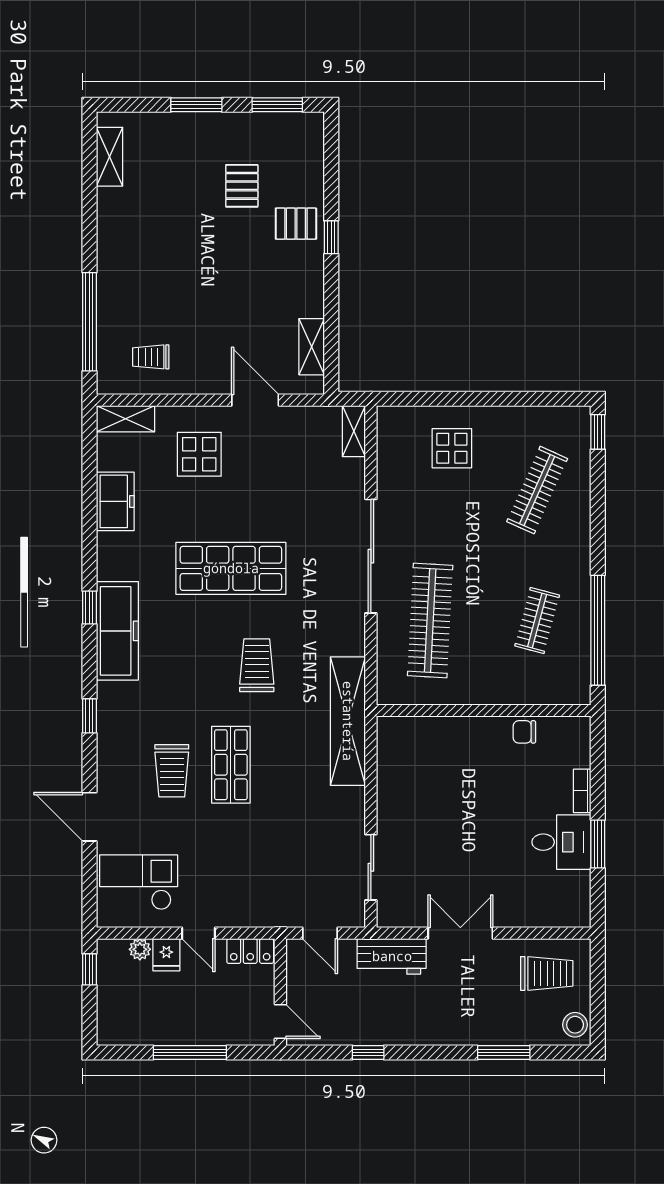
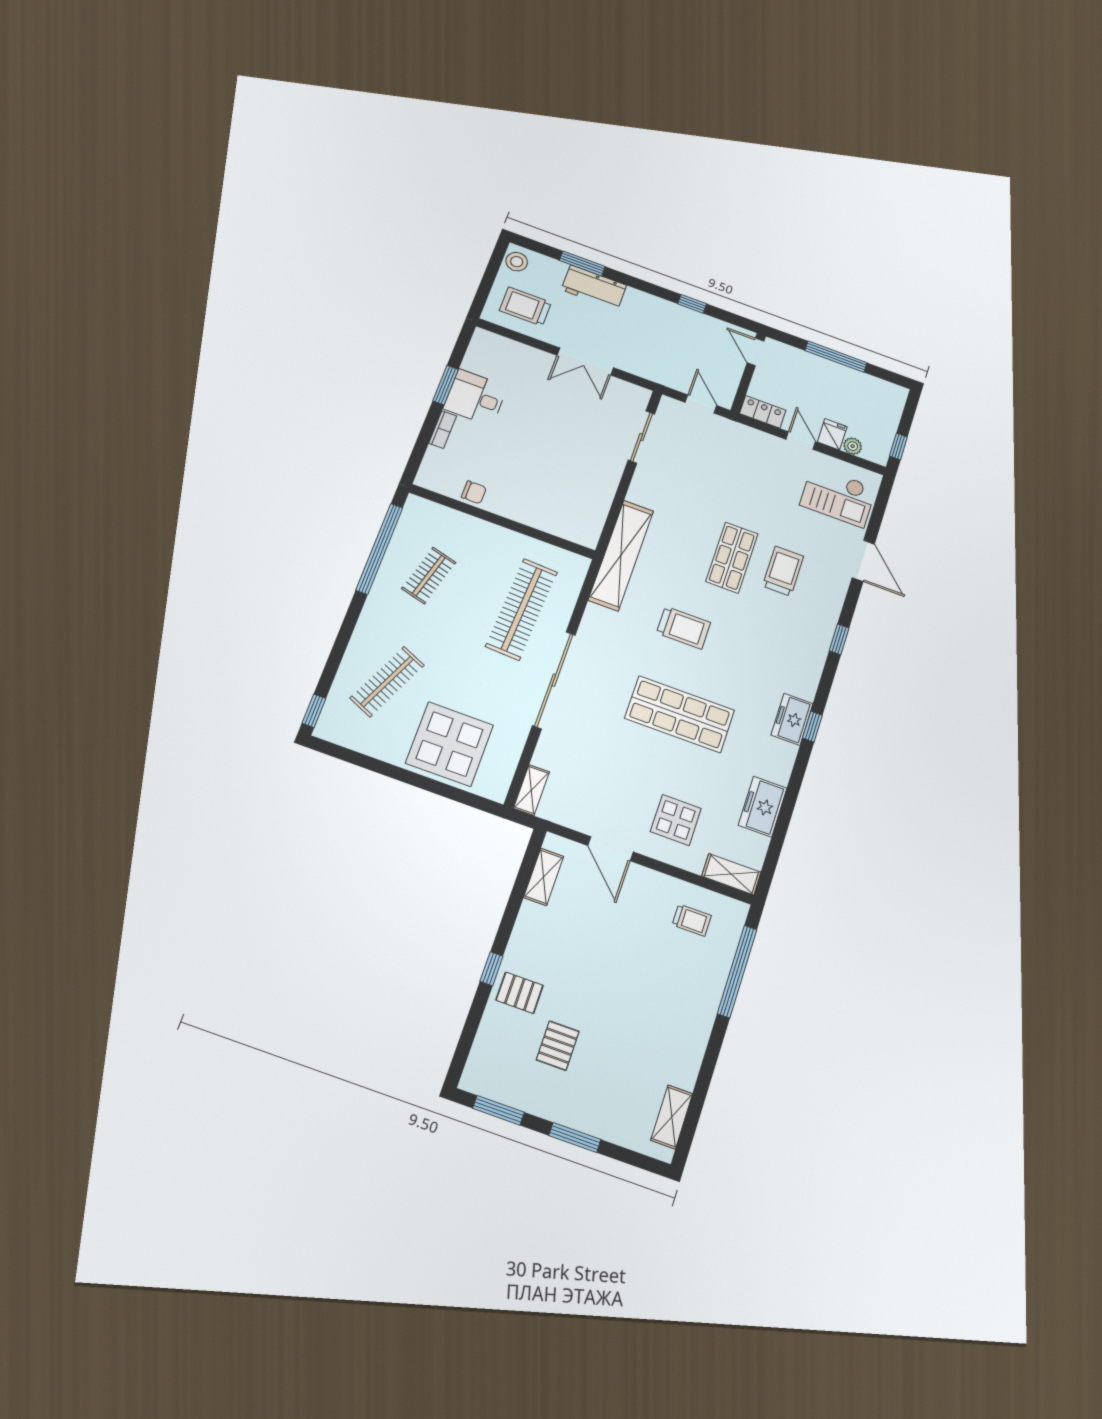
display table: (452, 448) -> (450, 744), width x1.86, depth x1.86
freezer: (117, 631) -> (792, 719), width x0.52, depth x0.79
trolley: (257, 665) -> (684, 628), turned -90
workbench: (392, 956) -> (594, 287), moved, turned 180

